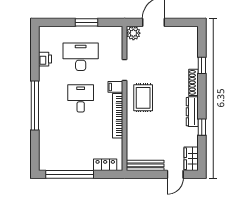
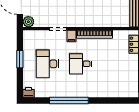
printer: (45, 59) -> (28, 92), moved
rug: (143, 98) -> (80, 14), removed
window: (35, 106) -> (69, 100), moved

